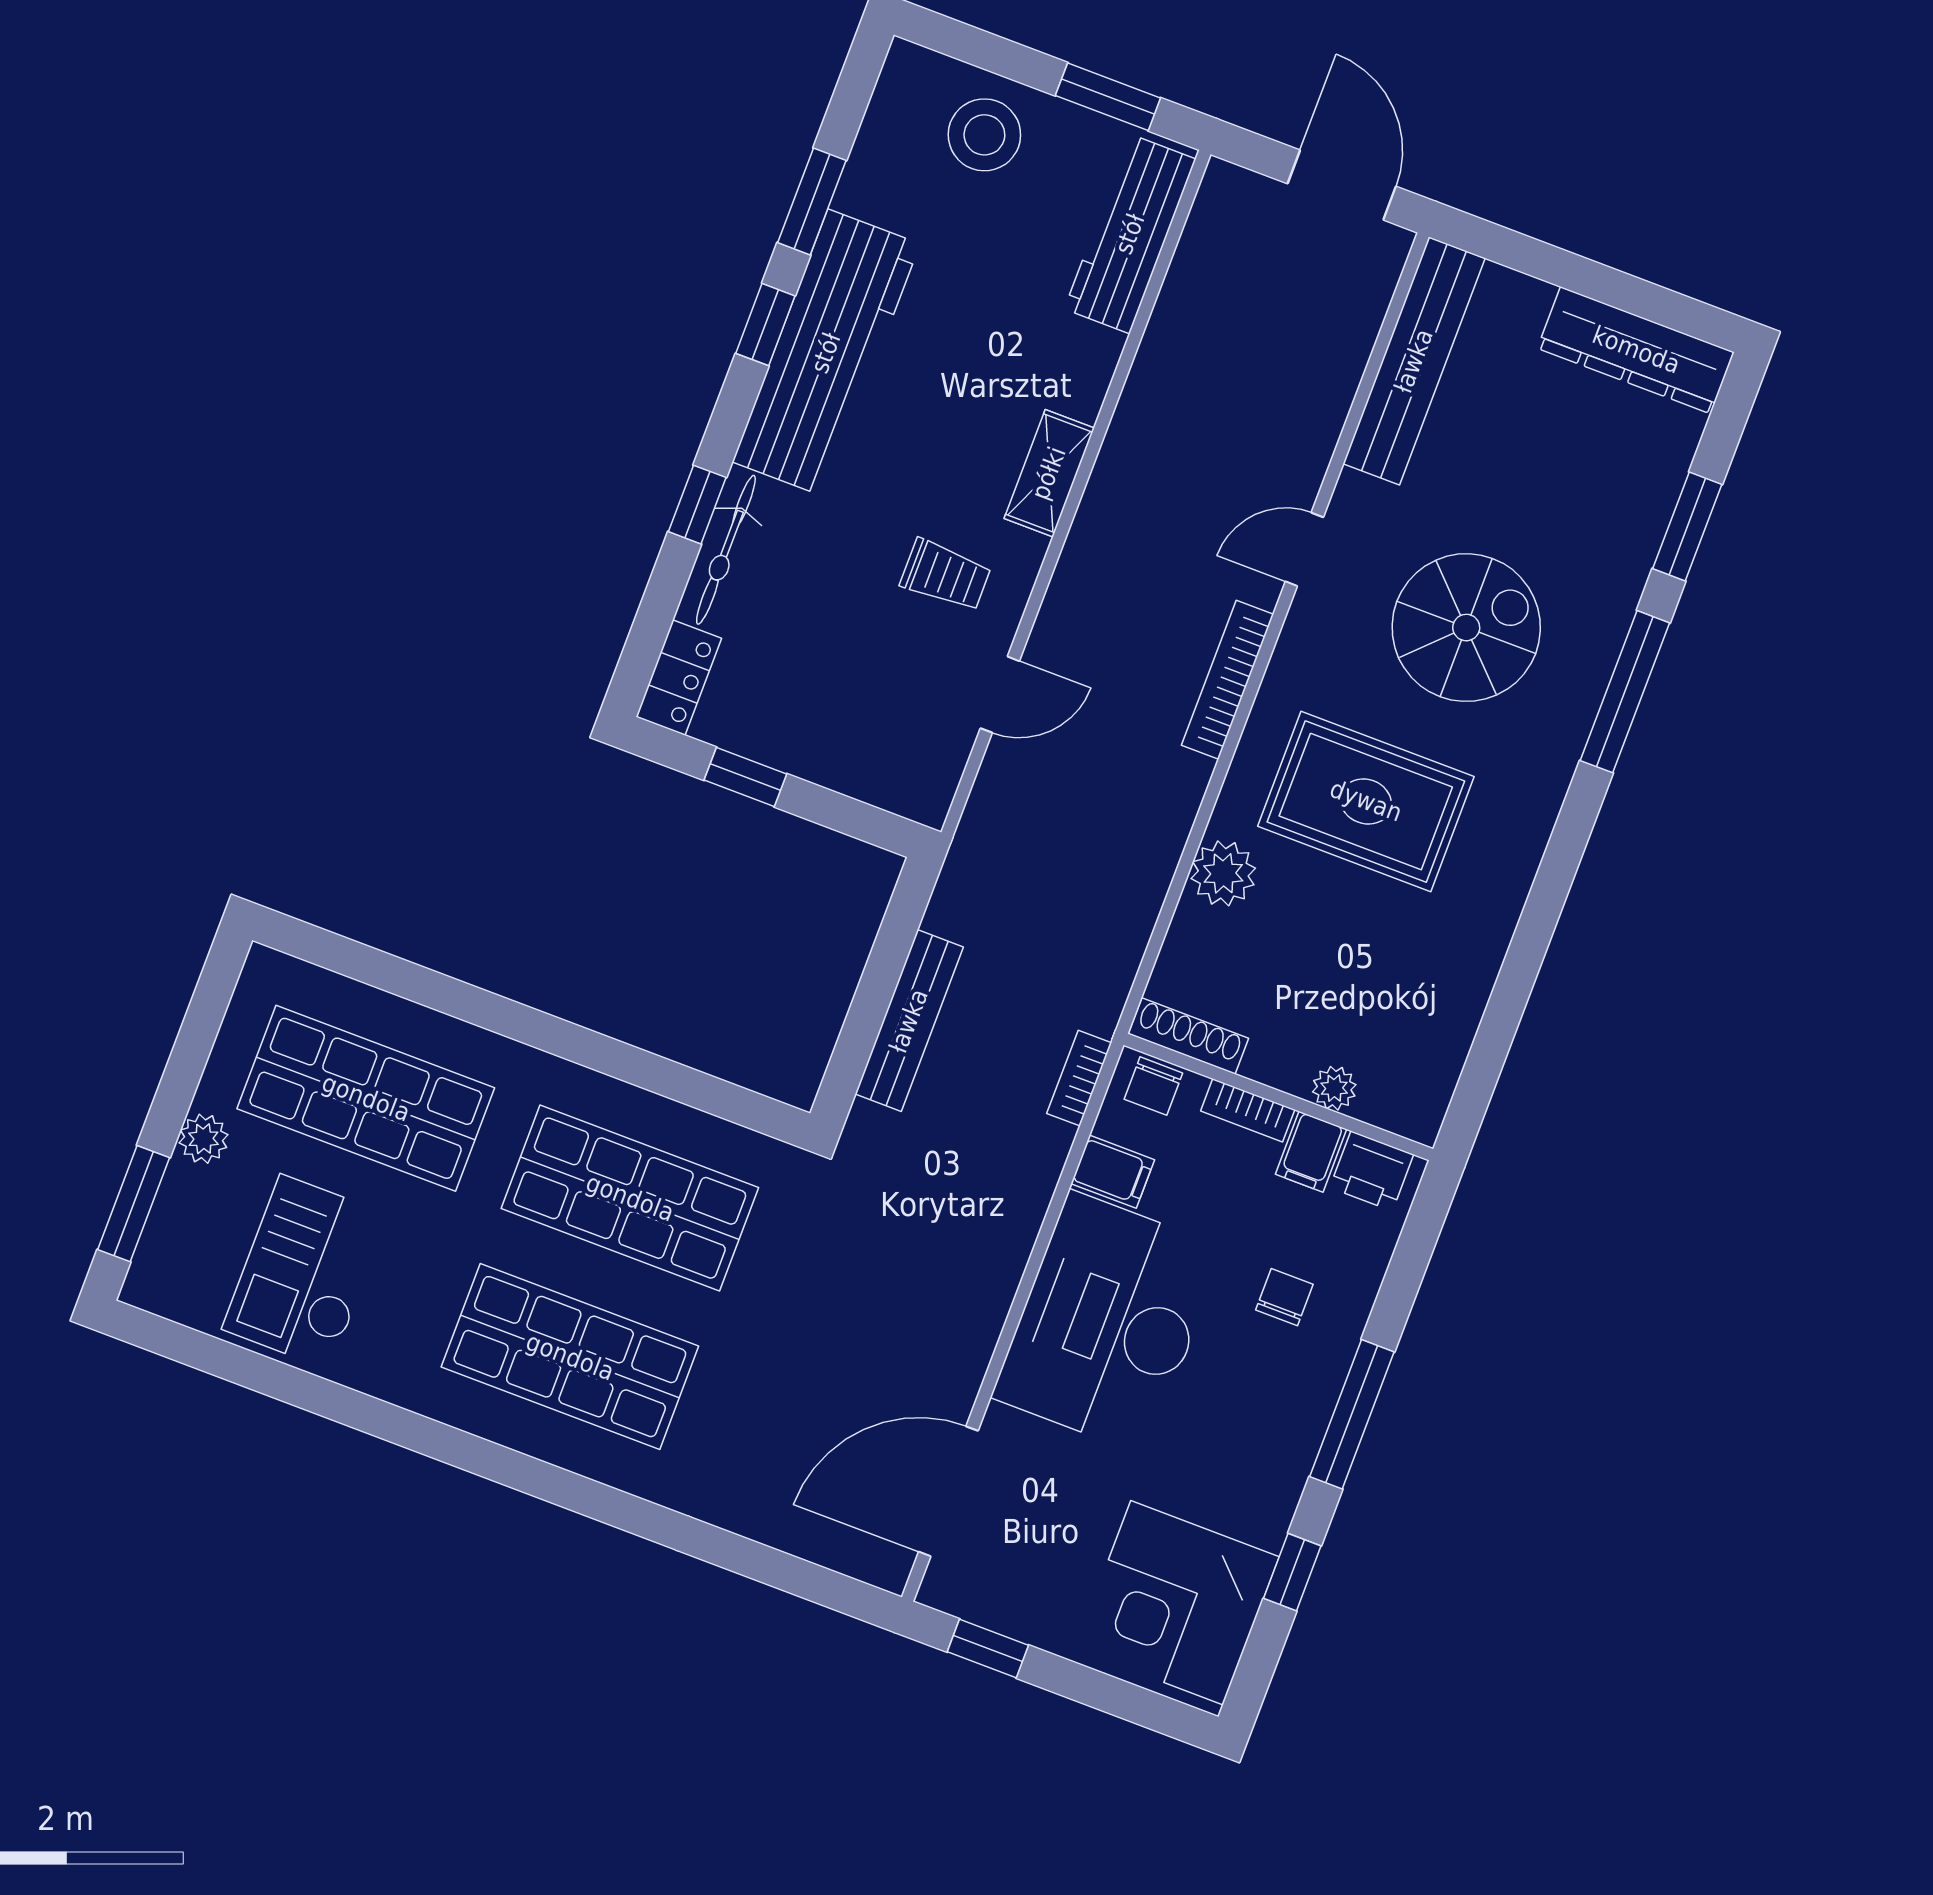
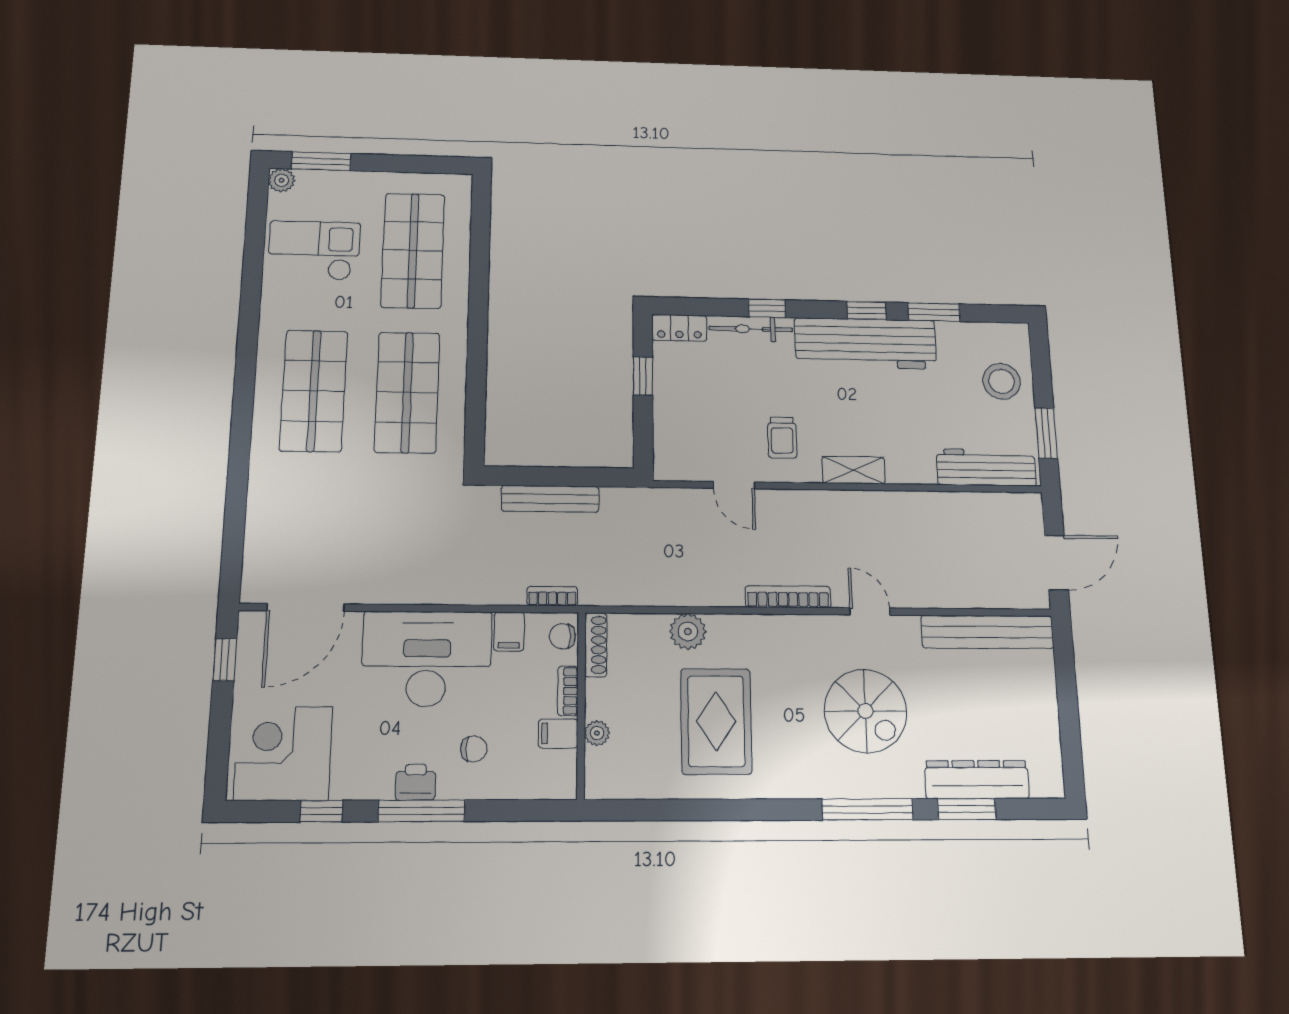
dresser: (1636, 350) -> (977, 780), moved, turned 90
rug: (1366, 801) -> (716, 721), moved
plant: (203, 1139) -> (282, 180), moved
printer: (1372, 1171) -> (415, 782), moved, turned 90
door: (948, 1491) -> (306, 607), swing flipped

